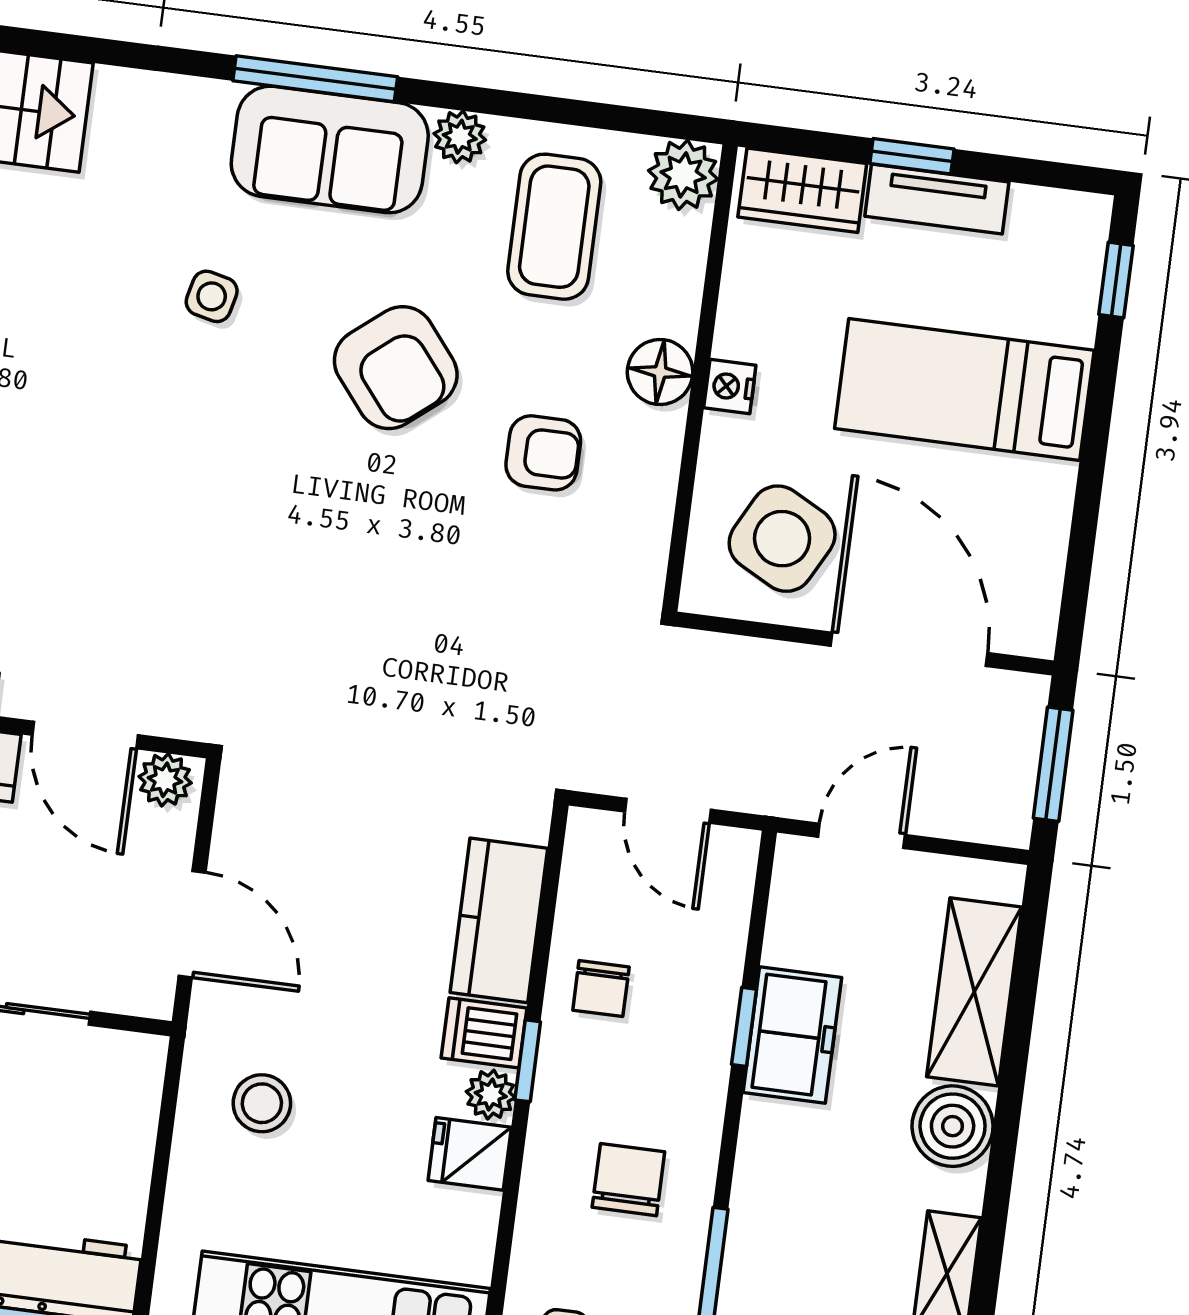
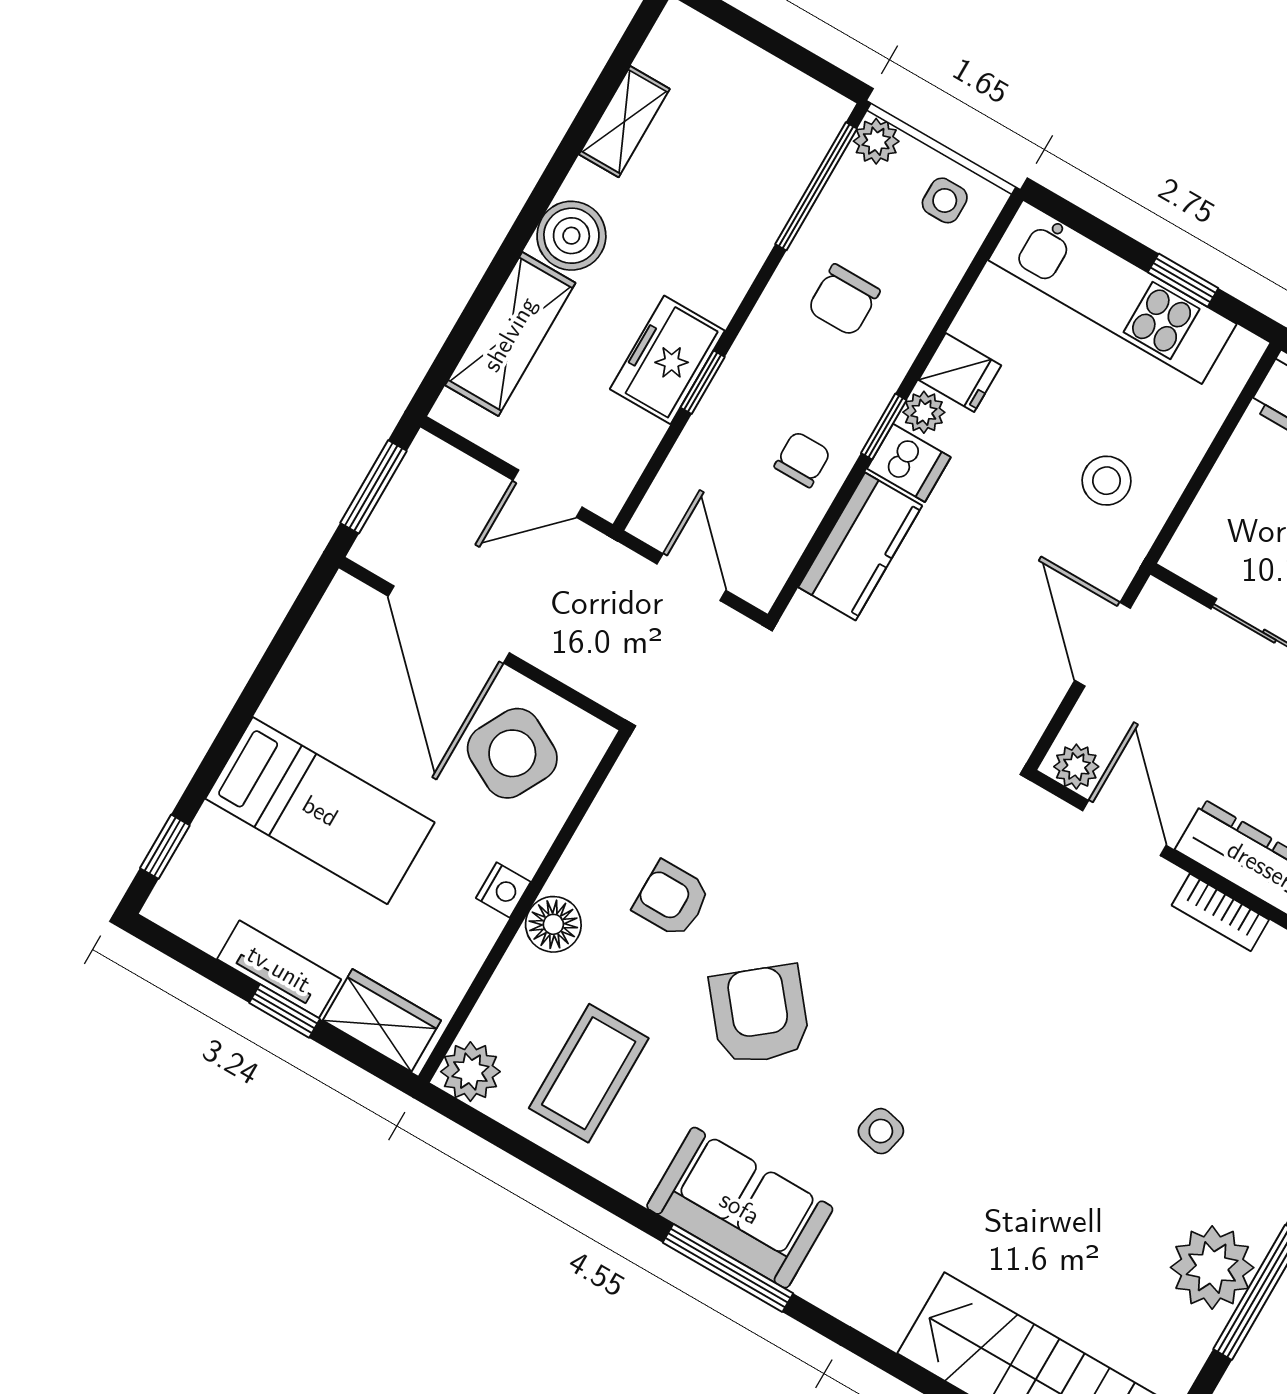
plant: (460, 137) -> (633, 1175), removed

